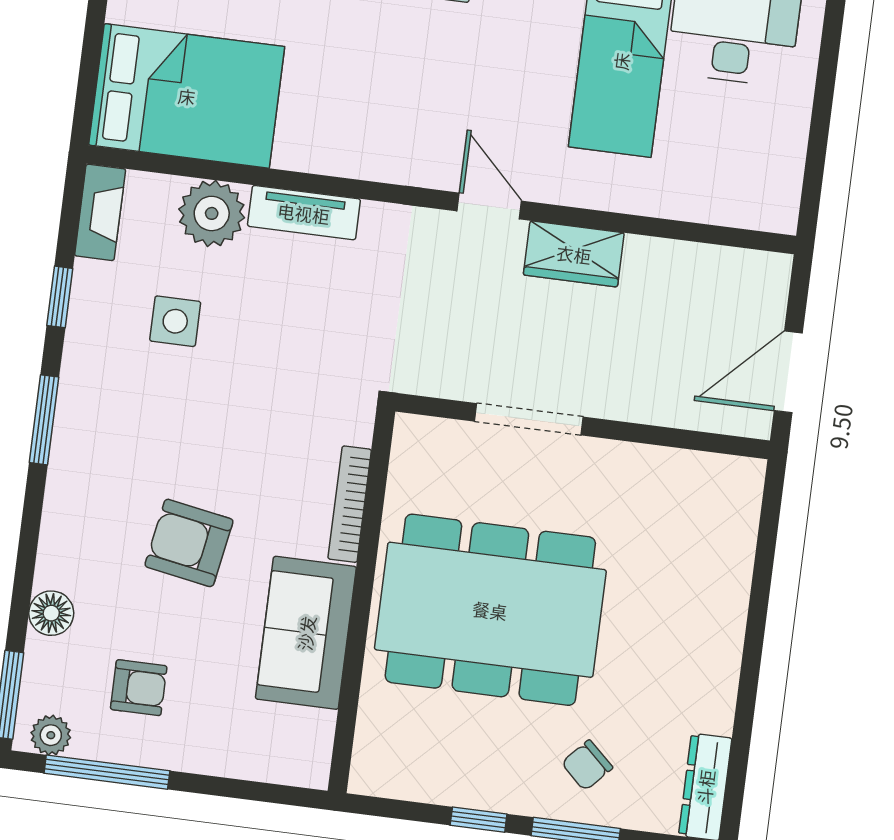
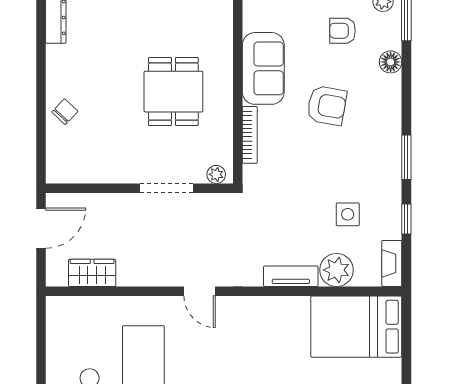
wardrobe: (574, 254) -> (92, 273), moved
plant: (426, 434) -> (216, 174), added
dining table: (490, 610) -> (173, 92), width x0.53, depth x0.80
chair: (587, 765) -> (65, 112), moved

